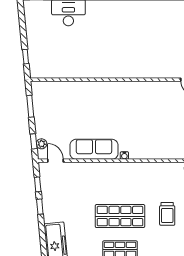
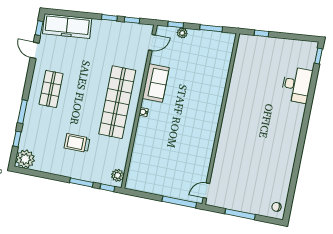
plant: (42, 144) -> (182, 33), moved
sofa: (94, 149) -> (156, 83), width x0.73
shop shelf: (120, 216) -> (117, 102), moved, width x1.40

